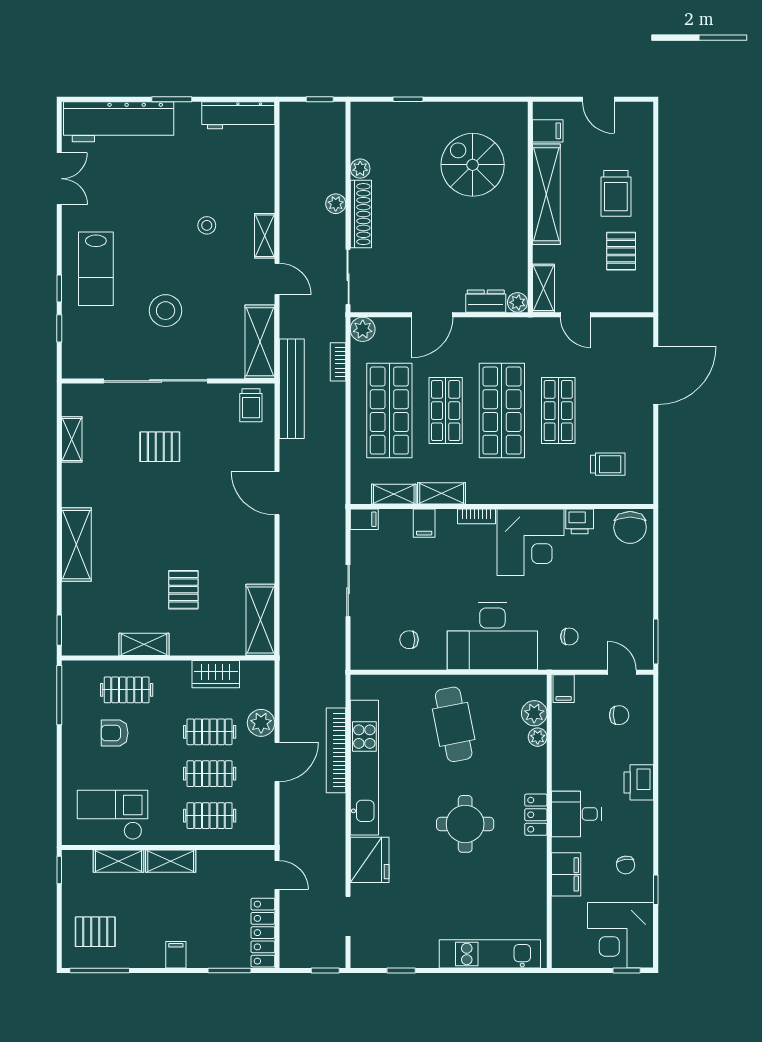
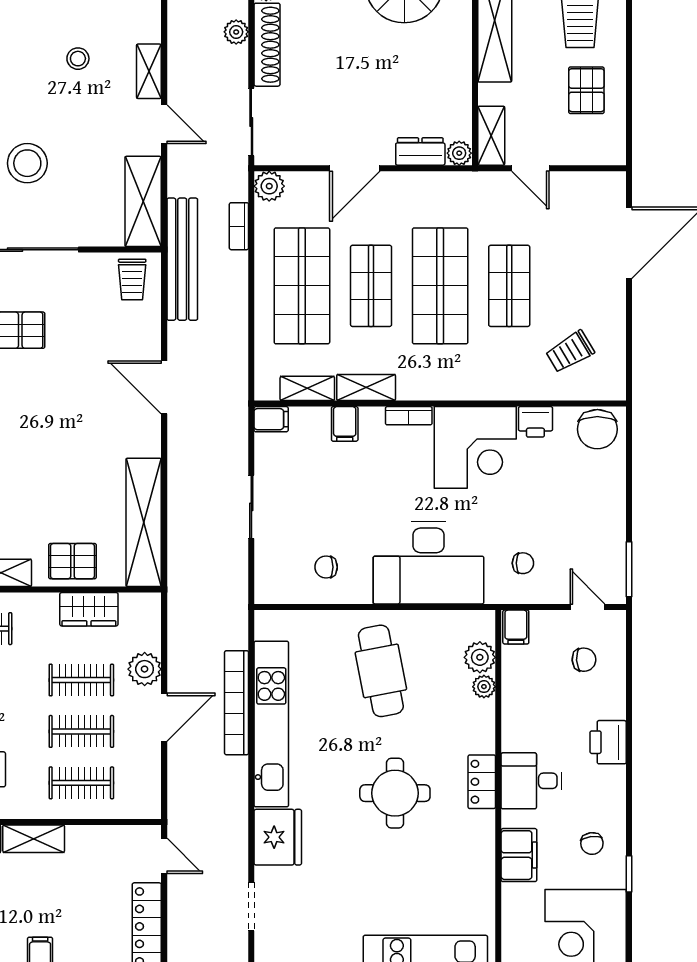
trolley: (608, 464) -> (570, 352), turned 149
pallet: (183, 590) -> (72, 561), moved, turned 90
shelving: (260, 620) -> (144, 522), width x1.47

